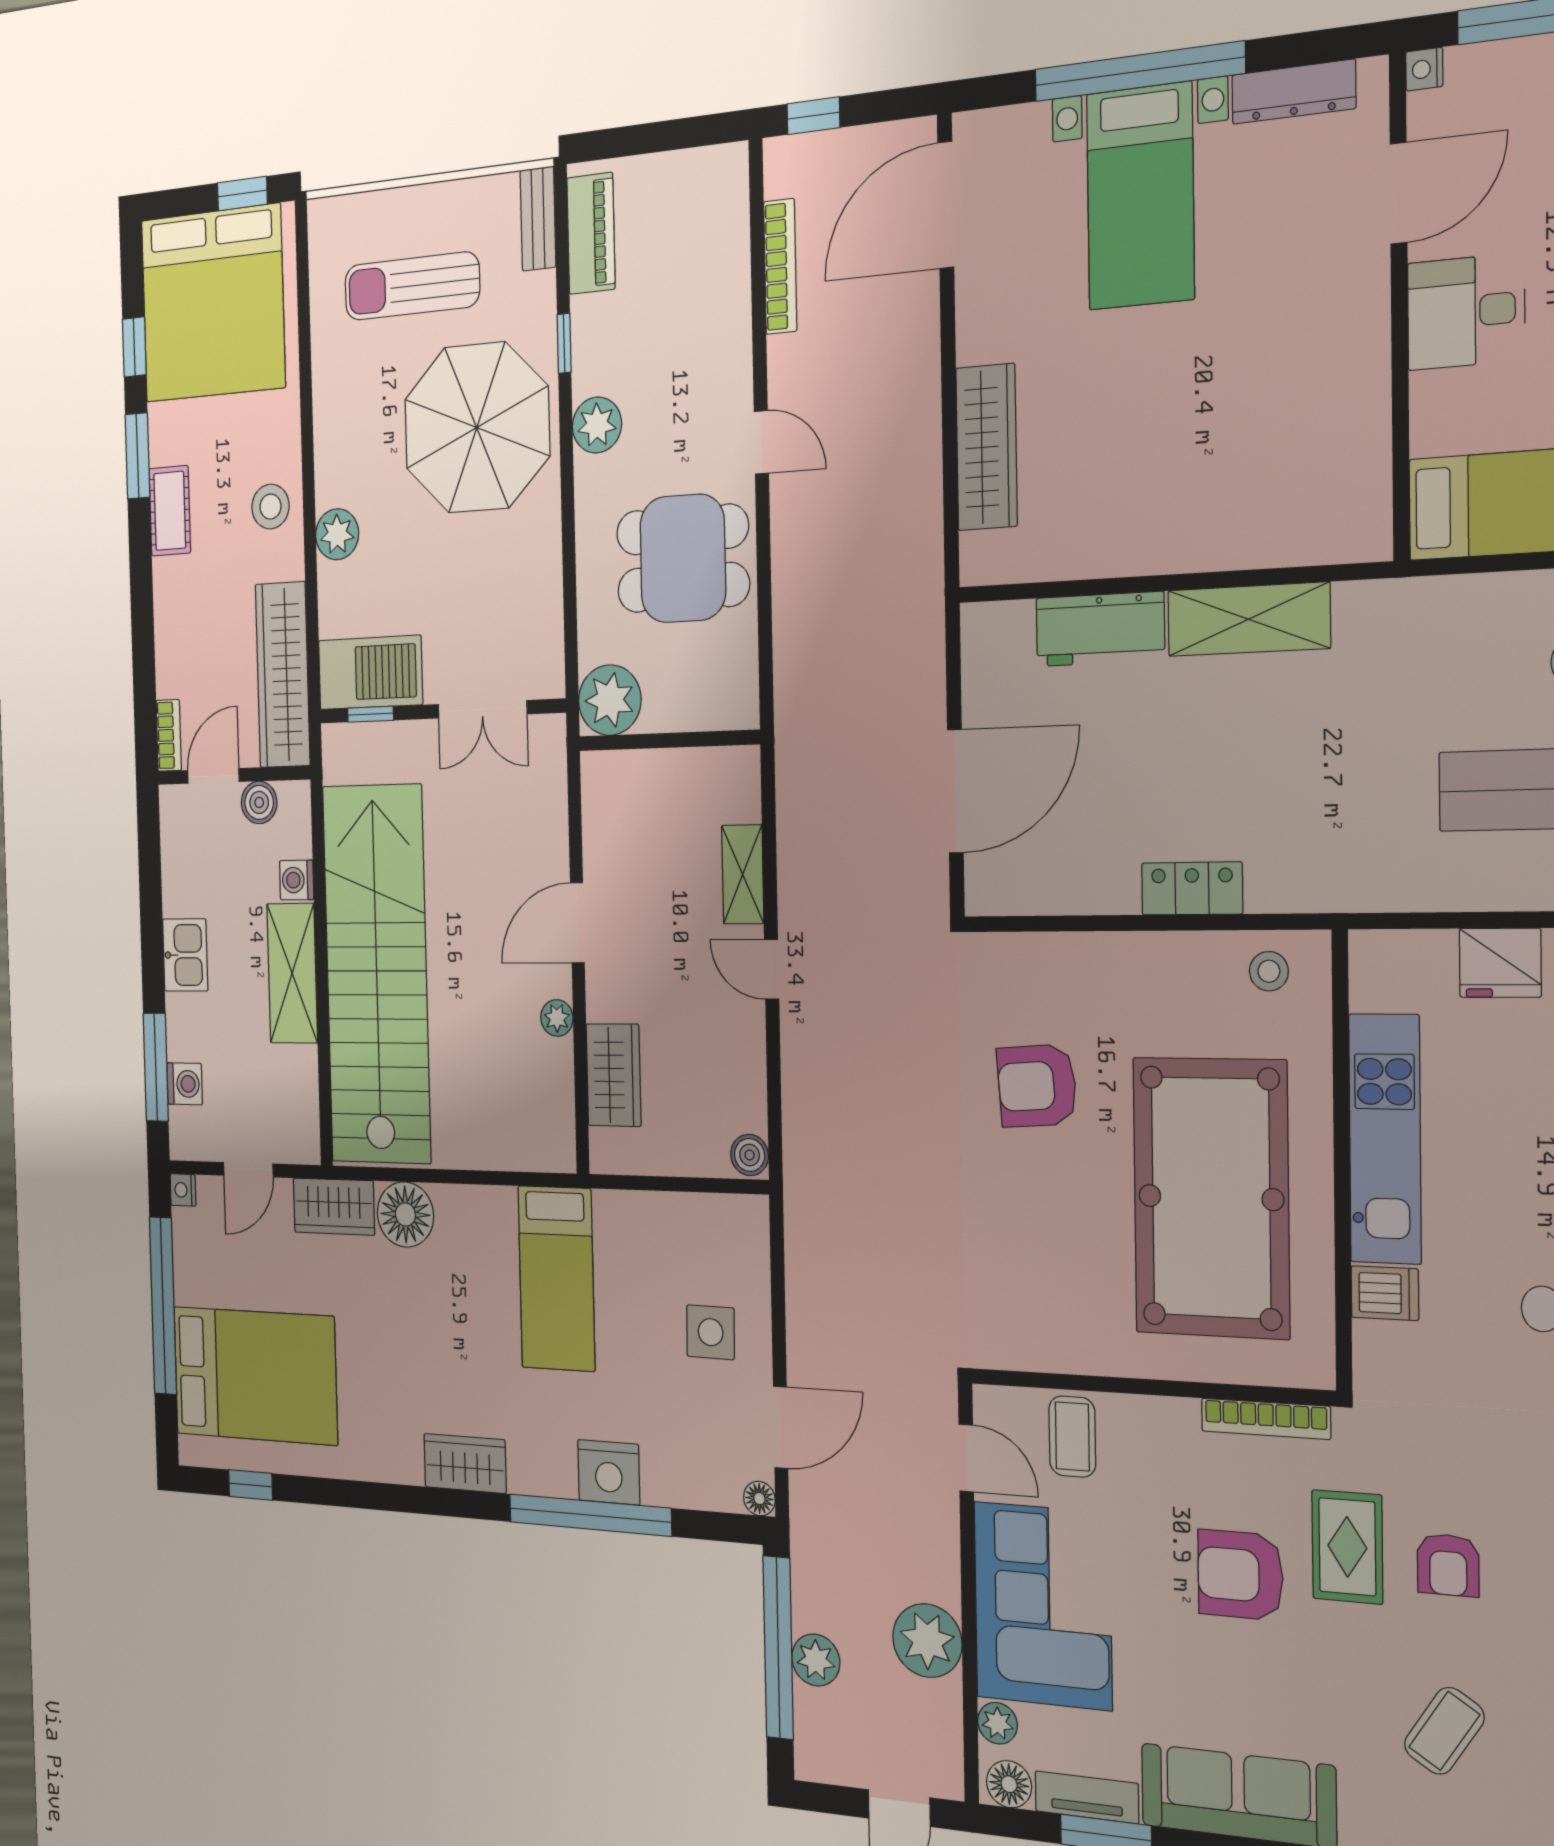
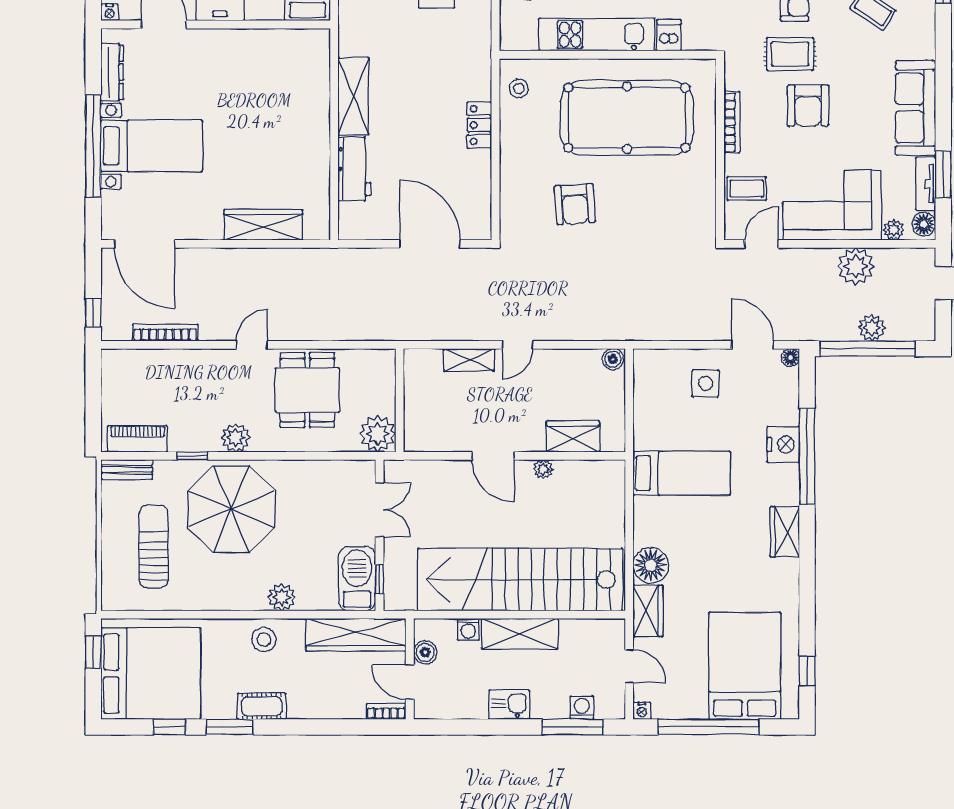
sun lounger: (412, 286) -> (154, 546), turned 180
bookcase: (1266, 1419) -> (732, 122), moved

